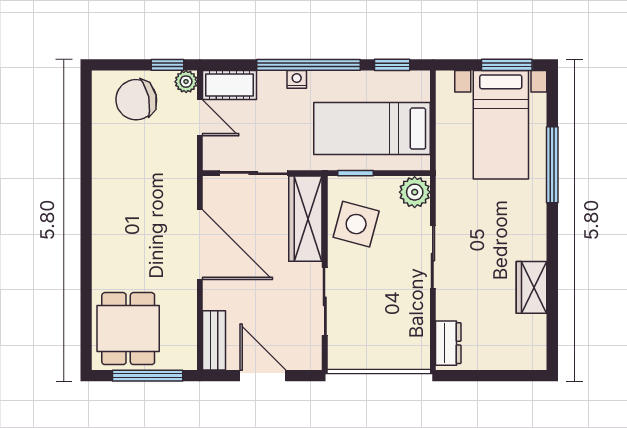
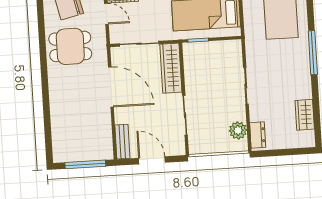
window: (552, 165) -> (313, 53), moved
plant: (415, 192) -> (238, 130), moved
side table: (356, 224) -> (200, 70), removed
wardrobe: (532, 287) -> (305, 115), moved
dining table: (128, 329) -> (70, 46), moved, turned 90

